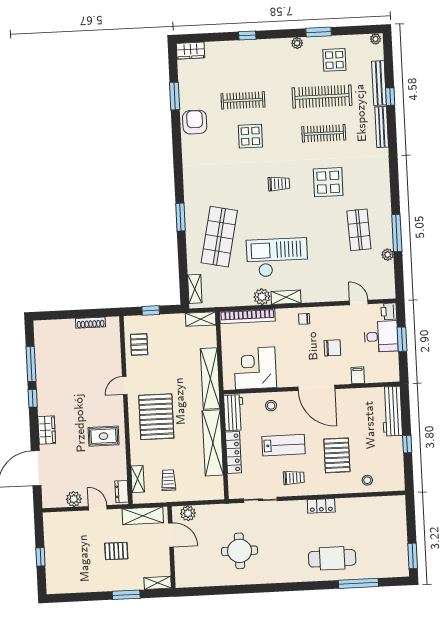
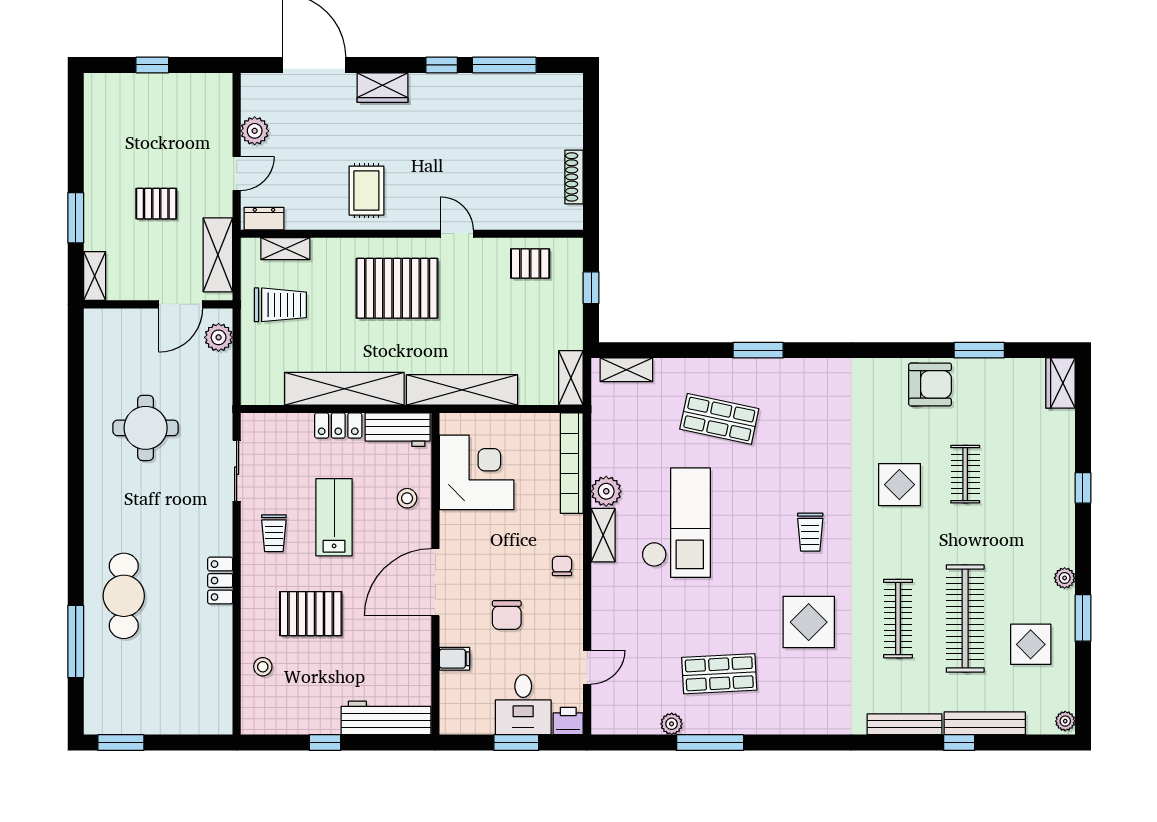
clothes rail: (243, 100) -> (965, 474), width x0.73
shop shelf: (219, 237) -> (719, 419), width x0.70, depth x0.74
lab bench: (283, 445) -> (334, 517), turned 180
locker: (233, 452) -> (338, 425), width x0.66
trolley: (168, 480) -> (280, 305), width x1.36, depth x1.39
pallet: (116, 551) -> (156, 204), turned 90

